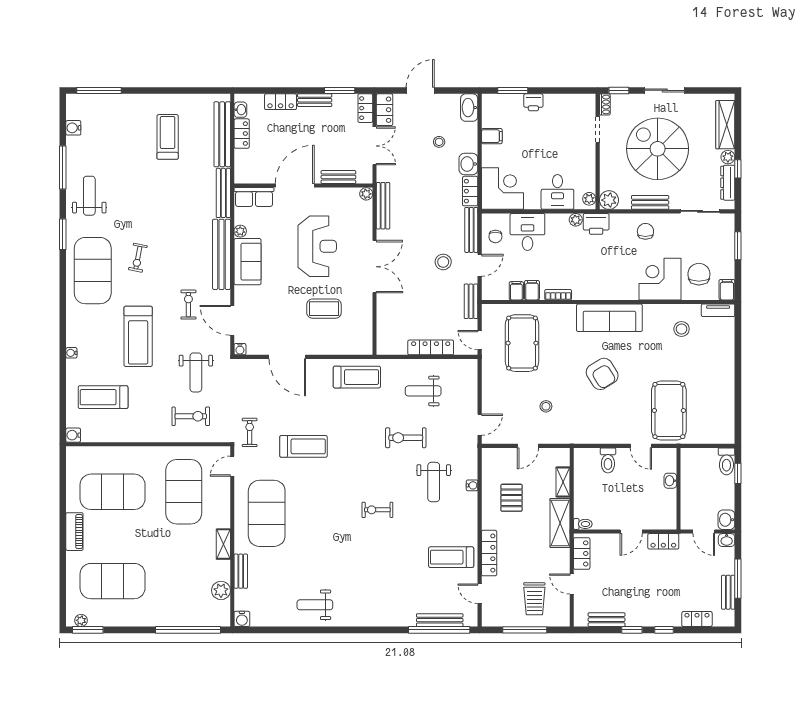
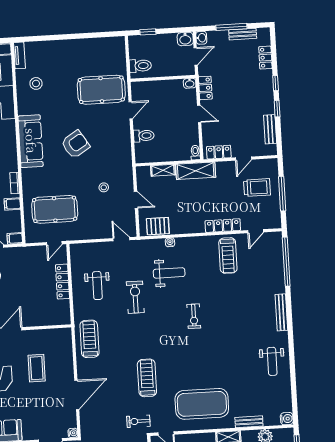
filing cabinet: (516, 291) -> (15, 238), moved
bench: (471, 301) -> (24, 252), removed
exercise bike: (406, 438) -> (135, 297), turned 180
toilet: (726, 461) -> (140, 66), moved
washbasin: (670, 481) -> (190, 83), moved
pallet: (512, 498) -> (158, 226), moved
bench: (440, 620) -> (281, 312), moved

